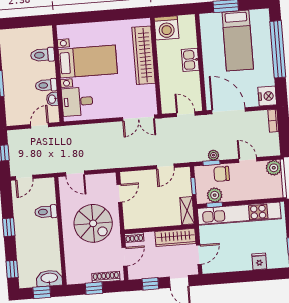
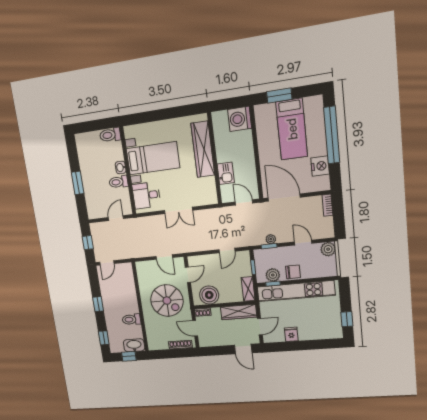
washing machine: (166, 28) -> (240, 119), moved, turned 90
toilet: (43, 55) -> (110, 135), moved
kitchen sink: (190, 60) -> (226, 173), moved, turned 180
nightstand: (267, 96) -> (320, 166), moved
washbasin: (52, 99) -> (121, 167), moved
double door: (139, 118) -> (178, 210), moved
door: (75, 174) -> (164, 257), moved
chair: (222, 174) -> (293, 272), moved, turned 180
toilet: (46, 212) -> (131, 319), moved
boiler: (143, 217) -> (209, 295), added
door: (124, 257) -> (195, 328), swing flipped
fridge: (259, 261) -> (291, 334), moved
window: (150, 284) -> (218, 351), removed
window: (94, 288) -> (171, 354), removed

